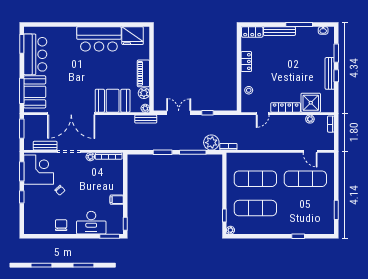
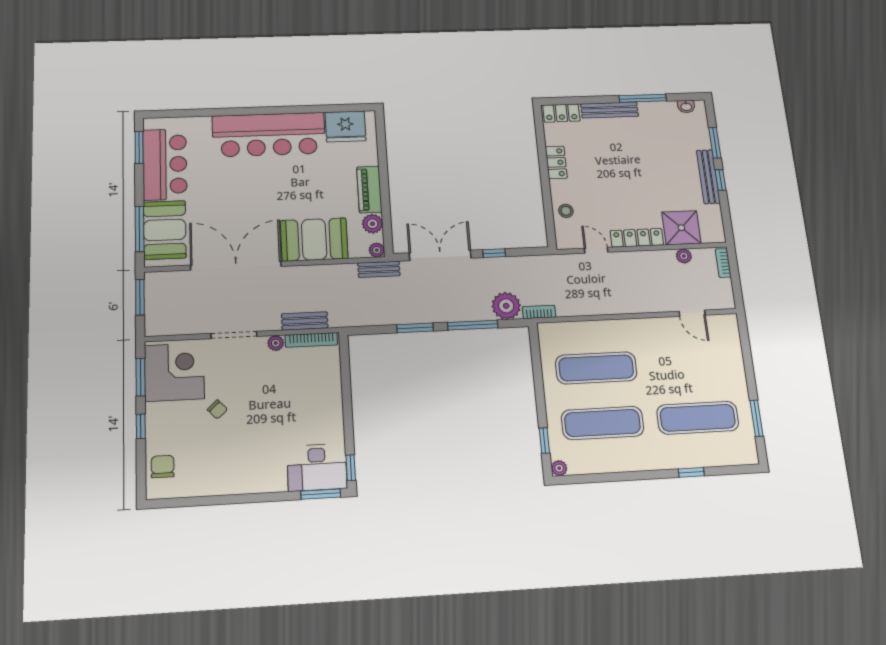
bar counter: (99, 39) -> (269, 135), width x1.36
double door: (179, 113) -> (440, 255), width x1.37
double door: (71, 114) -> (236, 266), swing flipped
door: (263, 114) -> (596, 250), swing flipped
bench: (45, 146) -> (305, 321), moved
exercise mat: (305, 179) -> (698, 418), moved
filing cabinet: (117, 200) -> (331, 422), removed
desk: (91, 223) -> (317, 467), moved
chair: (61, 225) -> (163, 466), moved

